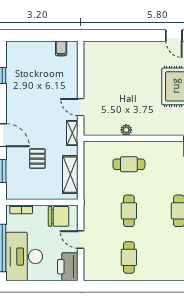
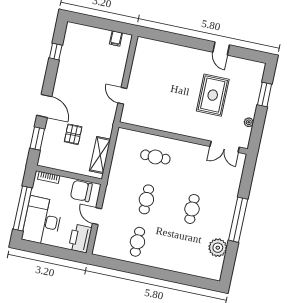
plant: (126, 130) -> (159, 125), removed
shelving: (72, 133) -> (110, 118), removed
chair: (59, 216) -> (81, 191), turned 180

